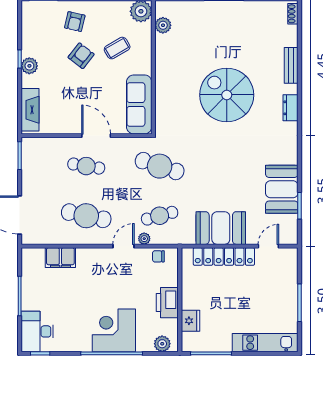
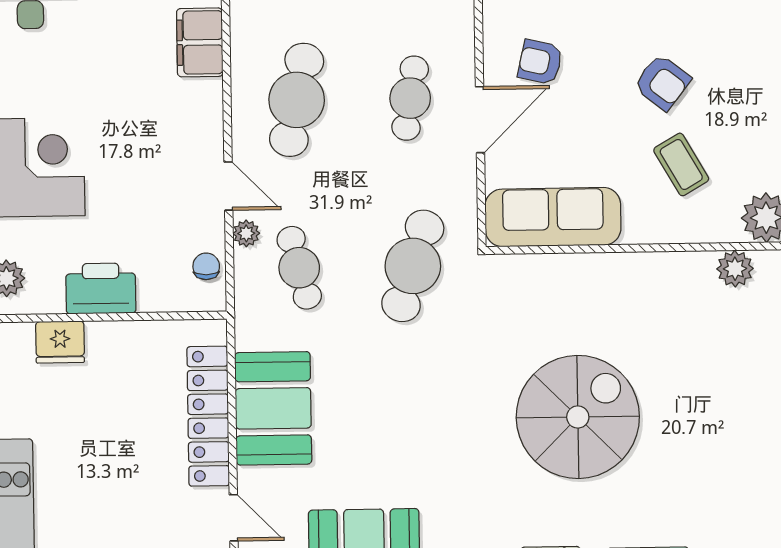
armchair: (75, 22) -> (540, 62), moved

